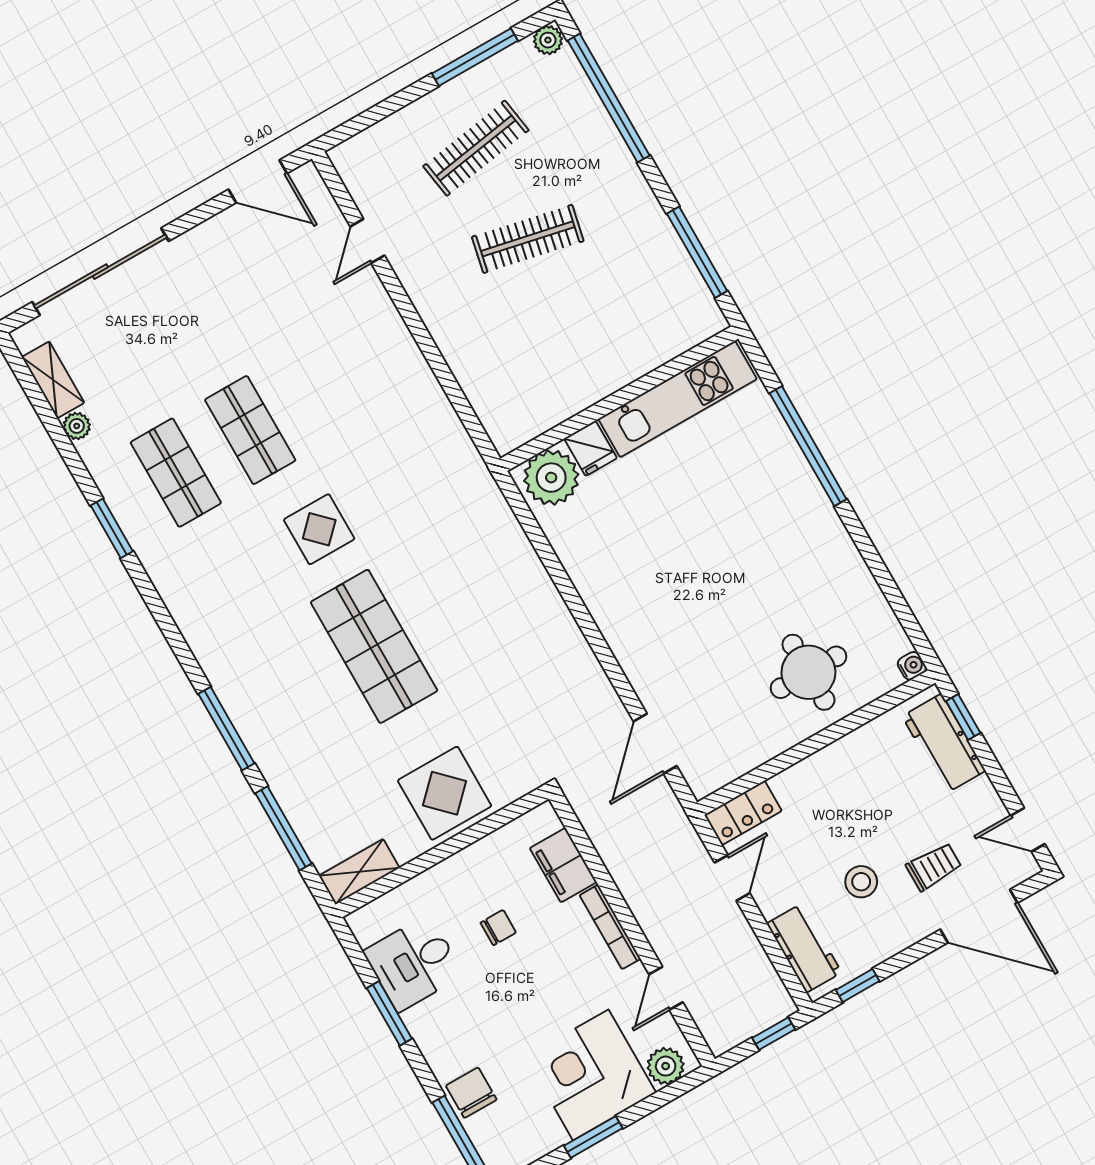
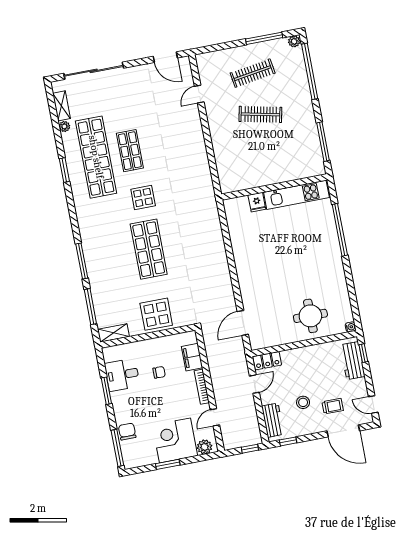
shop shelf: (176, 473) -> (96, 157), width x2.00, depth x1.36
plant: (551, 478) -> (238, 208), removed

